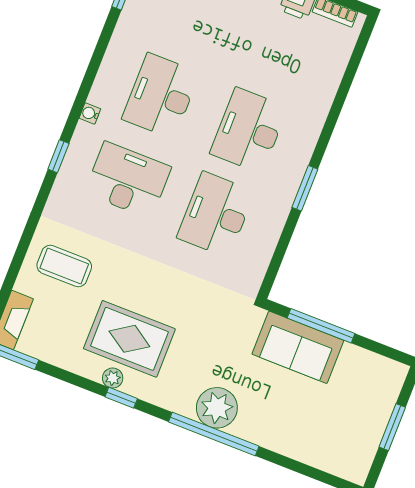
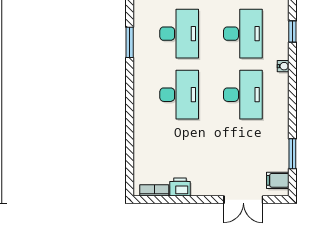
desk: (128, 180) -> (243, 34), turned -90
window: (305, 188) -> (130, 42), moved

